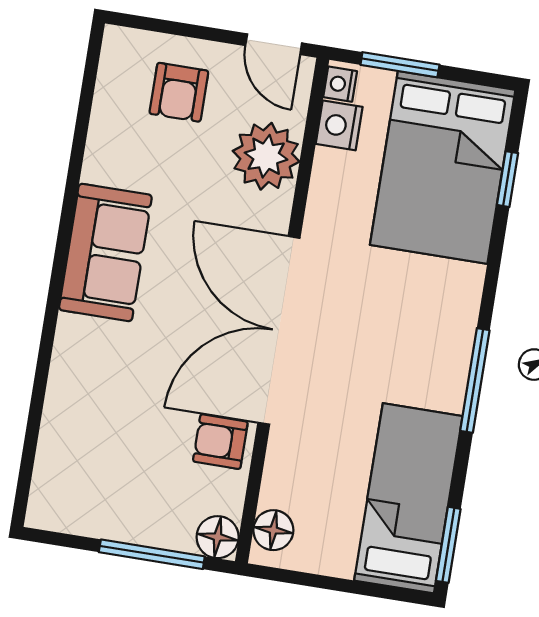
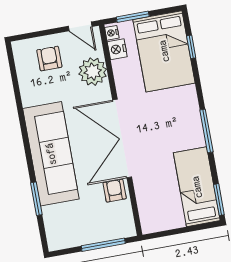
armchair: (179, 92) -> (49, 59), turned 180
sofa: (105, 252) -> (51, 154), width x1.85, depth x1.27
window: (38, 398) -> (36, 199), added
armchair: (220, 442) -> (115, 191), turned 90
floor lamp: (273, 530) -> (148, 218), removed
floor lamp: (218, 537) -> (127, 229), removed

